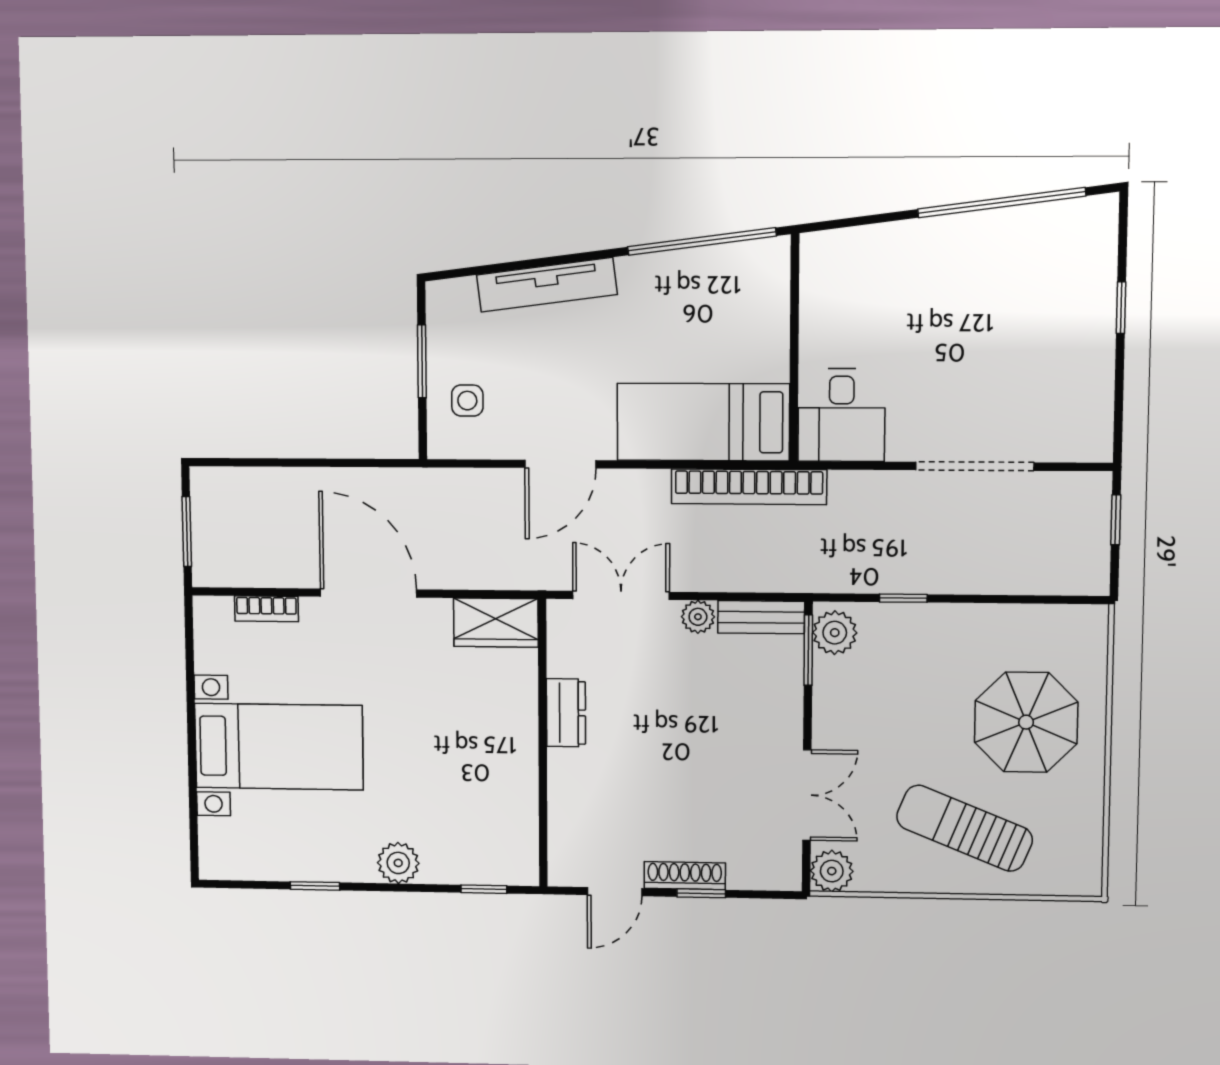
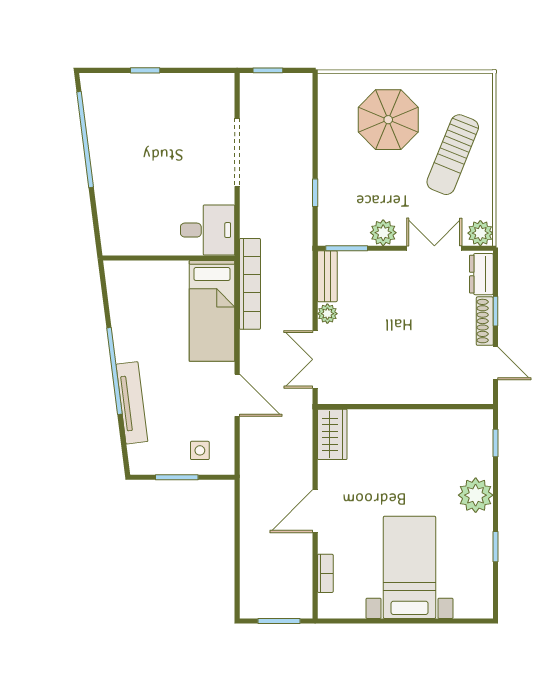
window: (702, 241) -> (114, 371), moved
door: (368, 593) -> (315, 511), width x0.73
plant: (835, 633) -> (383, 233), moved
dresser: (566, 713) -> (481, 274), moved, turned -90
plant: (398, 863) -> (476, 495), width x1.36, depth x1.36

